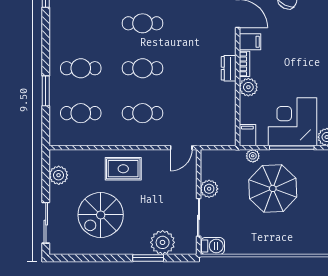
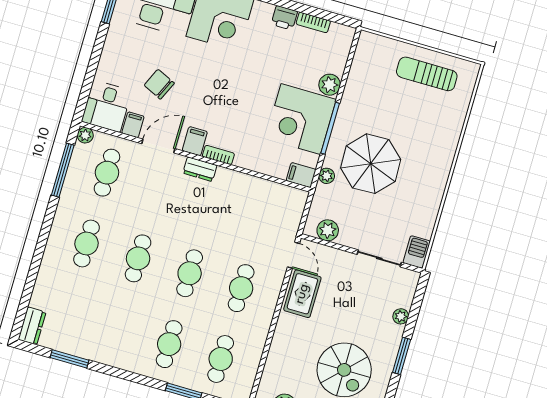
dresser: (229, 68) -> (200, 169), moved
plant: (248, 87) -> (246, 158), removed
rug: (123, 169) -> (302, 294), moved
plant: (209, 189) -> (328, 230), moved
plant: (163, 242) -> (401, 316), width x0.53, depth x0.53
window: (148, 258) -> (402, 356), moved

